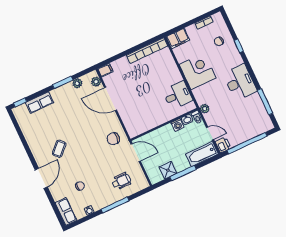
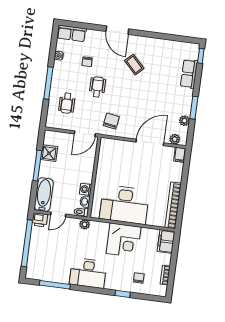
desk: (178, 95) -> (124, 205), width x1.87, depth x1.30
wheelchair: (94, 166) -> (97, 87), added

